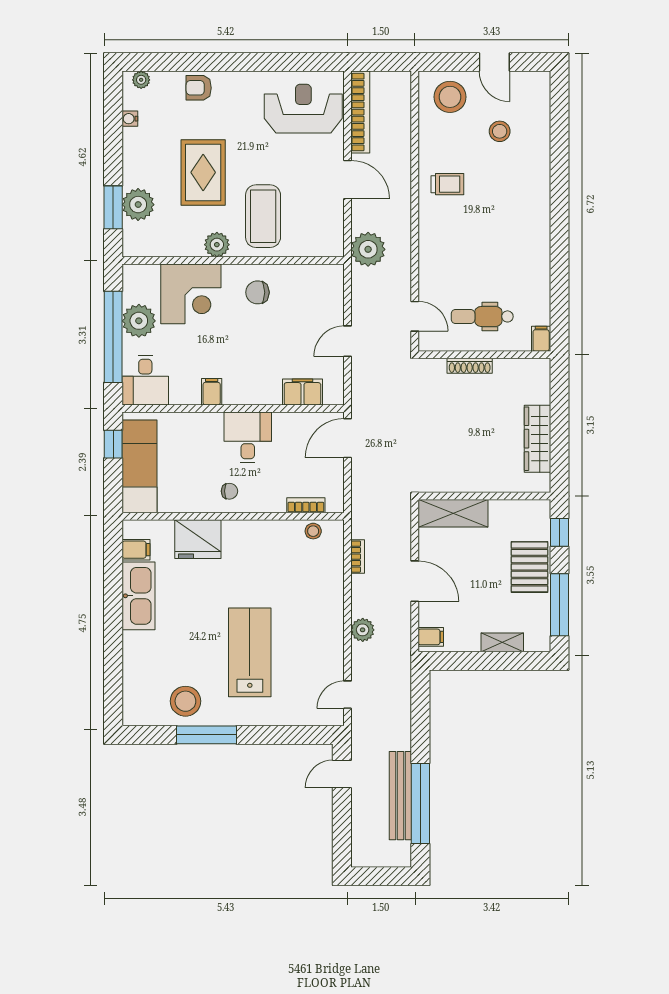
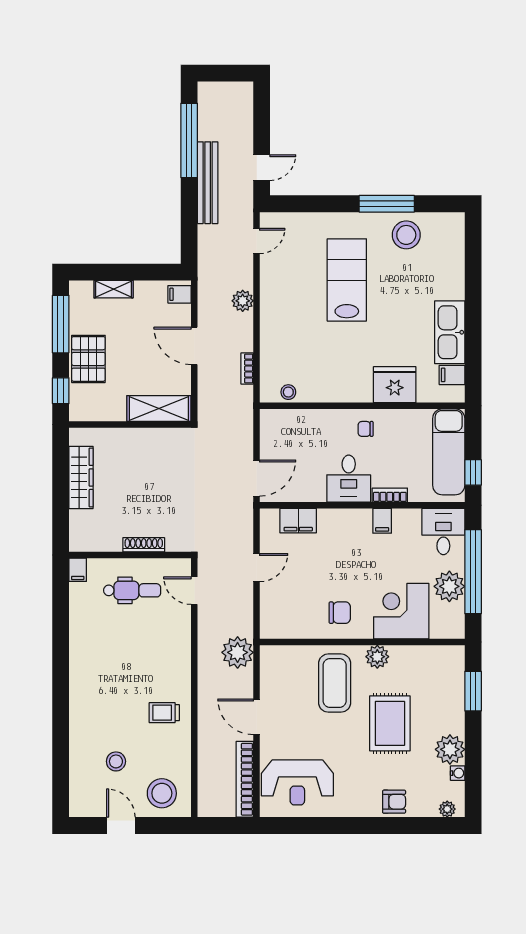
plant: (138, 205) -> (450, 749), moved
bookcase: (306, 505) -> (390, 495), moved, turned 180
lab bench: (250, 652) -> (347, 280), turned 180
bench: (400, 796) -> (208, 183), moved

